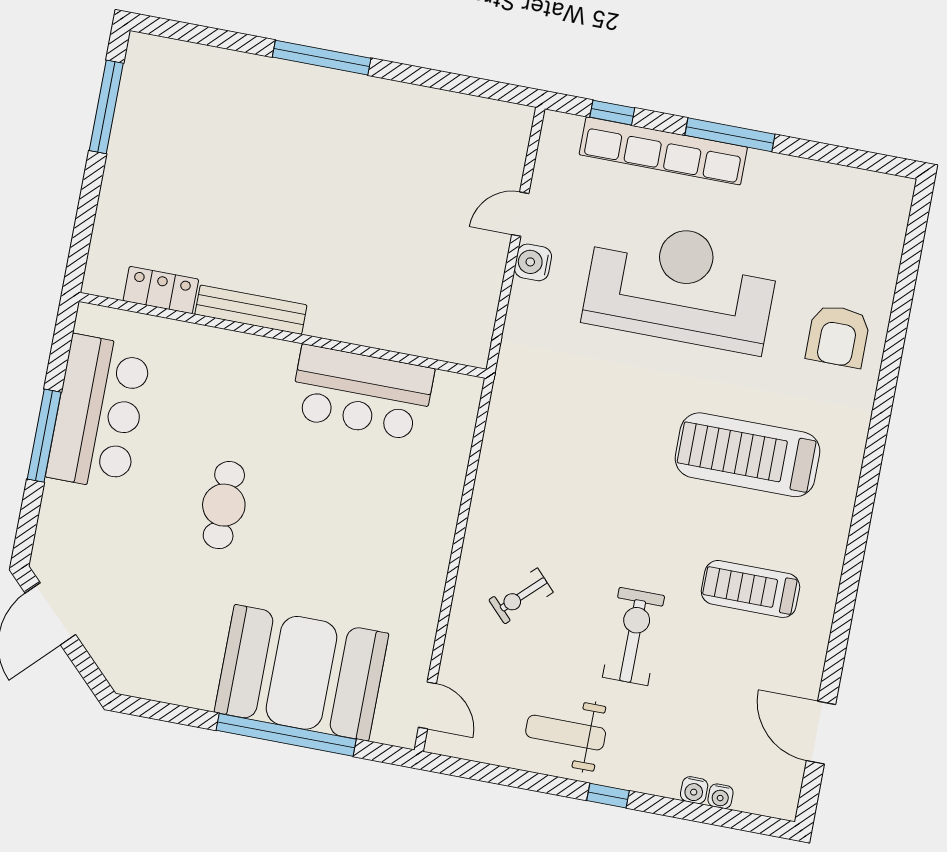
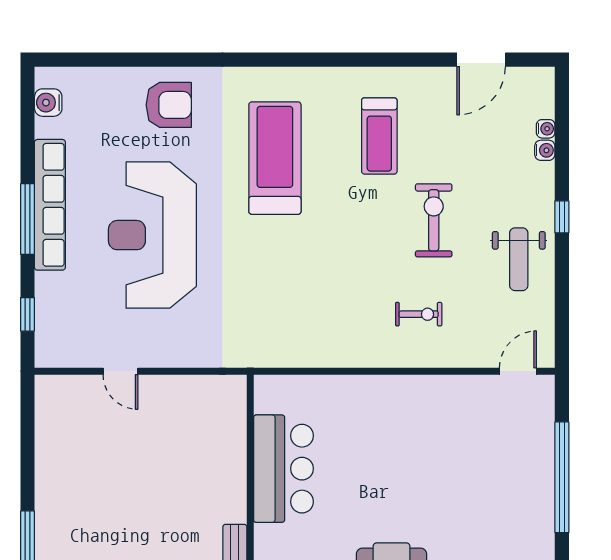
row of seats: (663, 151) -> (50, 205), moved
water cooler: (533, 262) -> (48, 103), moved, turned 90
treadmill: (747, 455) -> (275, 158), turned 180
exercise bike: (521, 596) -> (419, 314), turned -46
exercise bike: (634, 636) -> (434, 220), turned 90
booth: (302, 673) -> (511, 474), removed

